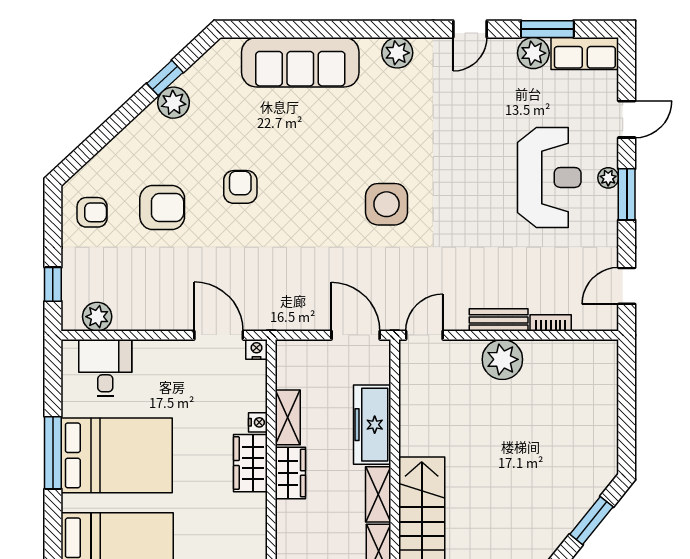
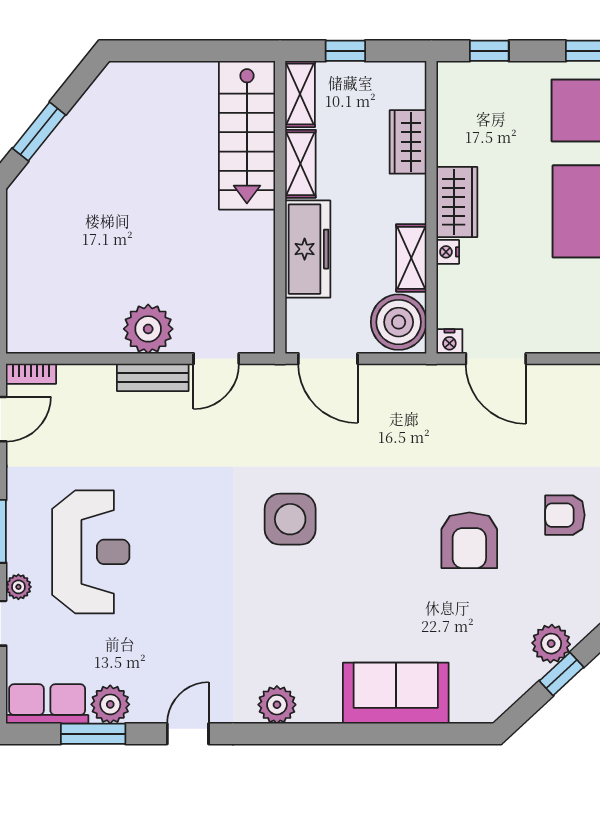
sofa: (300, 62) -> (396, 693), width x0.73
reception desk: (549, 177) -> (91, 552), turned 180
plant: (608, 178) -> (18, 587), moved
armchair: (240, 187) -> (469, 540), width x1.38, depth x1.38
armchair: (162, 208) -> (565, 515), width x0.72, depth x0.72
bookcase: (551, 323) -> (31, 374), moved
door: (424, 335) -> (216, 359), moved
boiler: (298, 365) -> (399, 322), added
wardrobe: (290, 473) -> (408, 142), moved

